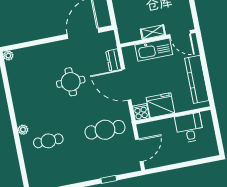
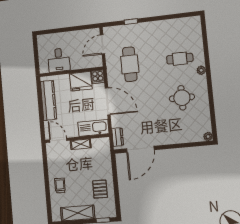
kitchen sink: (154, 50) -> (93, 128), moved
dresser: (114, 60) -> (118, 137), moved
round table: (71, 82) -> (182, 98), moved
cafe table: (105, 130) -> (130, 64), turned 90

